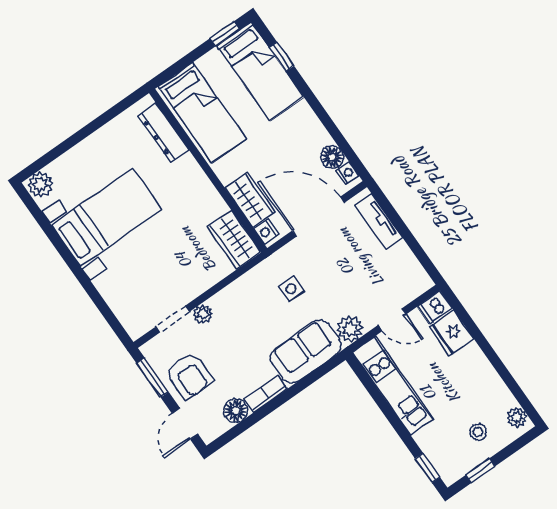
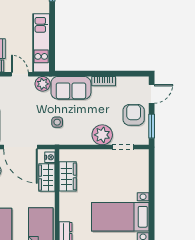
wardrobe: (234, 239) -> (68, 176), moved
plant: (203, 314) -> (102, 135), width x1.88, depth x1.88
floor lamp: (236, 411) -> (123, 83), removed

